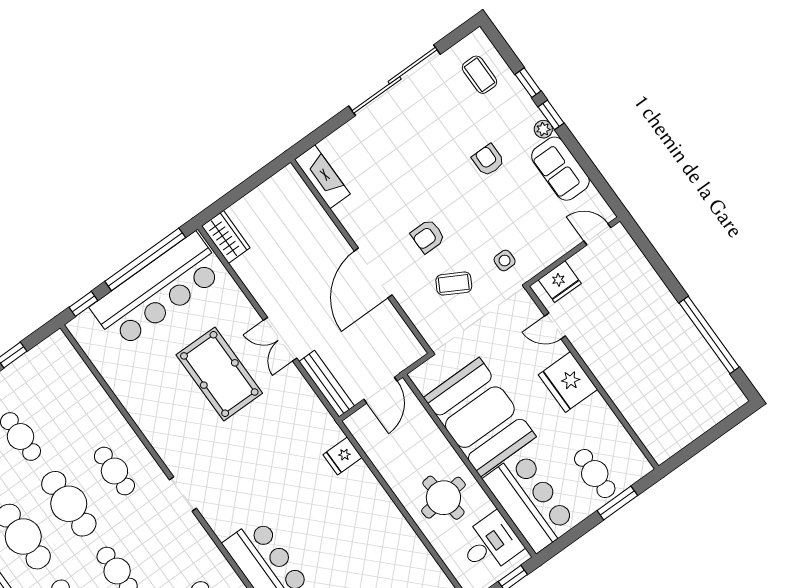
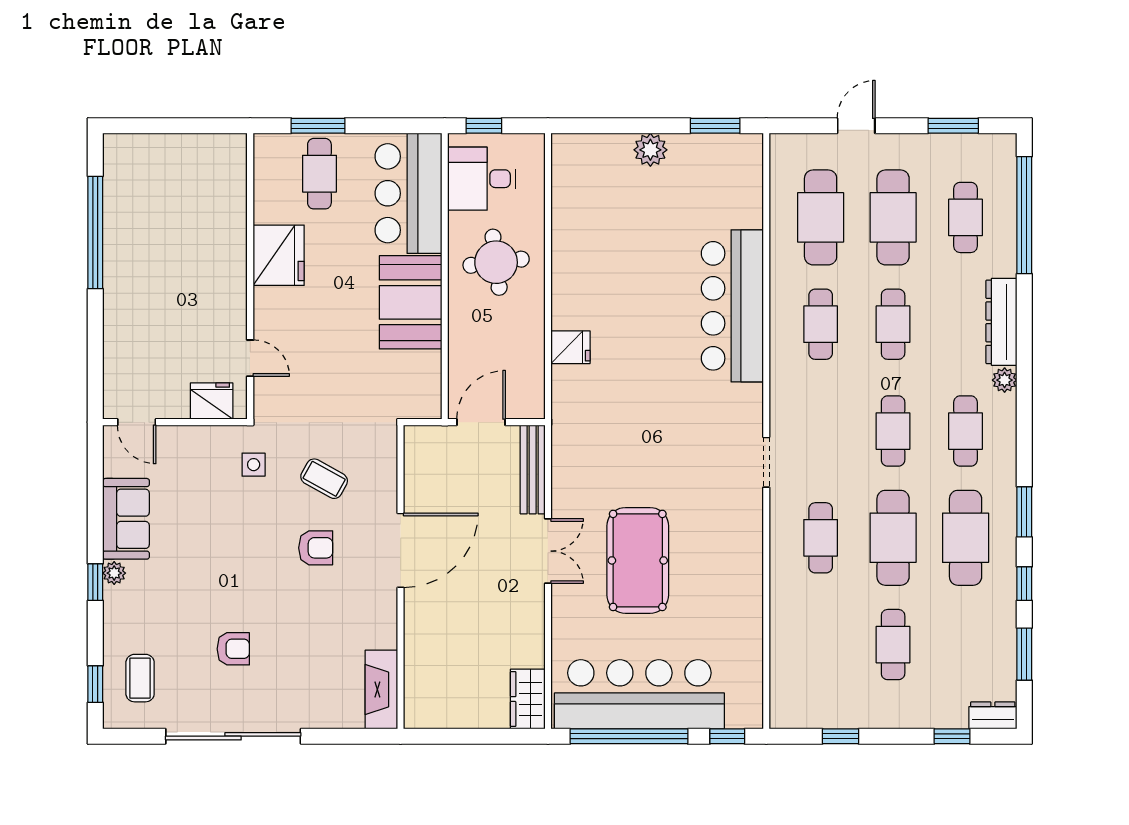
window: (528, 83) -> (95, 684), moved
armchair: (488, 160) -> (233, 649), moved, turned -90
fridge: (568, 382) -> (279, 255), moved
booth: (480, 417) -> (411, 302), width x0.73, depth x0.70
fridge: (342, 456) -> (570, 347), moved

